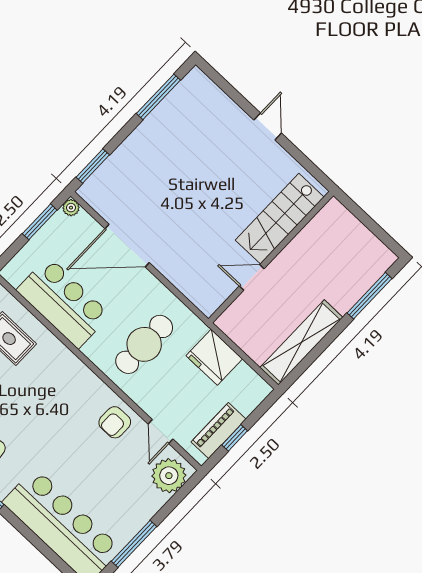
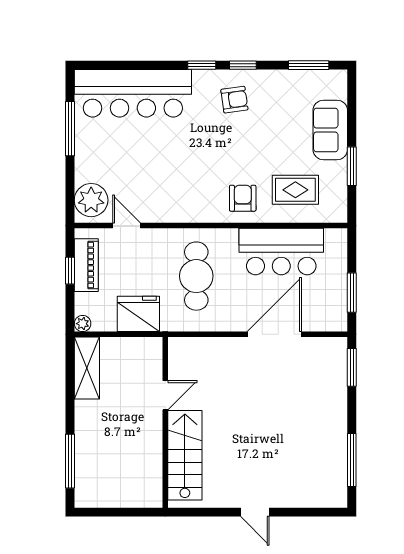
plant: (71, 208) -> (83, 324), moved
shelving: (301, 342) -> (87, 368), width x0.68
armchair: (115, 422) -> (243, 198), moved

